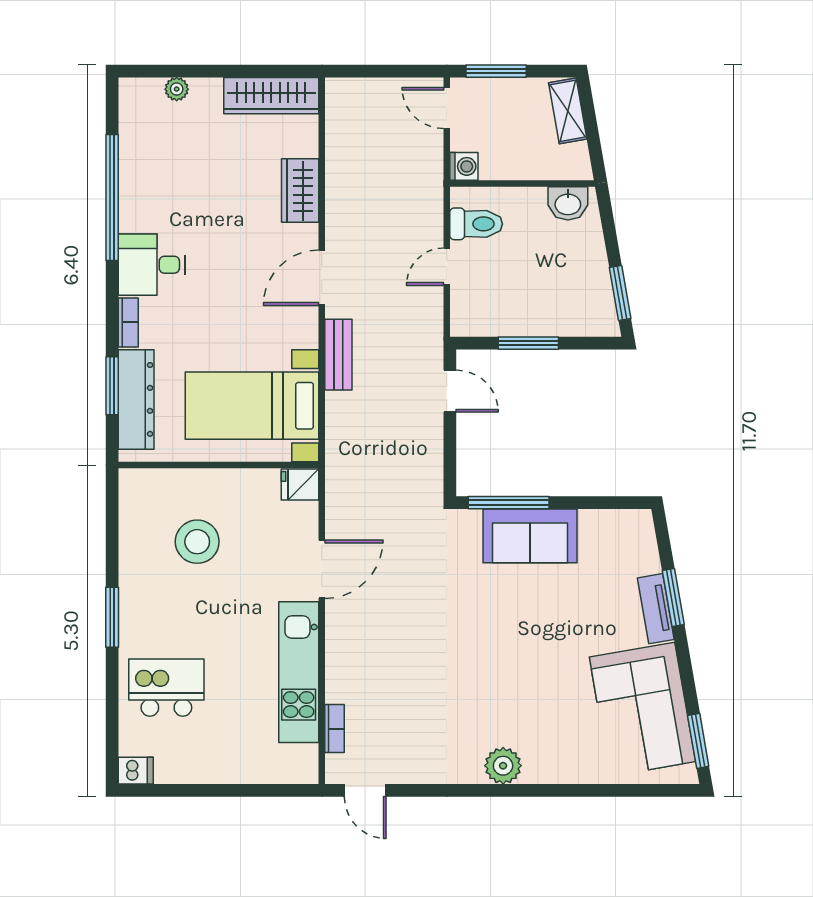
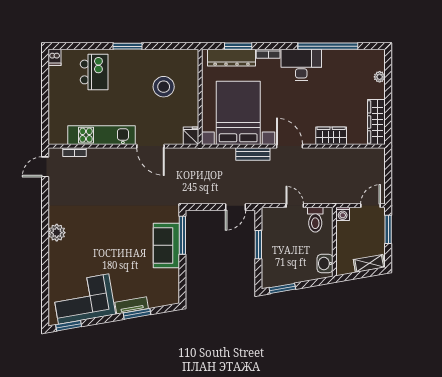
desk: (151, 265) -> (301, 65), width x1.37
bed with nightstands: (252, 406) -> (238, 113), width x1.36

